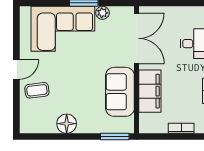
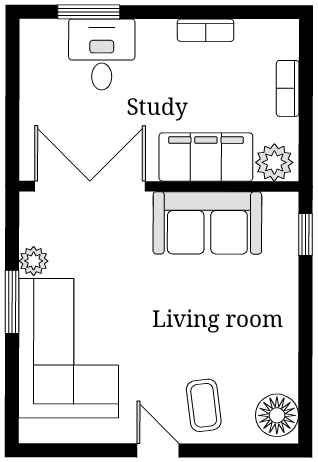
plant: (148, 122) -> (274, 162), added
floor lamp: (67, 124) -> (277, 415), moved
window: (115, 137) -> (306, 234), width x0.67

